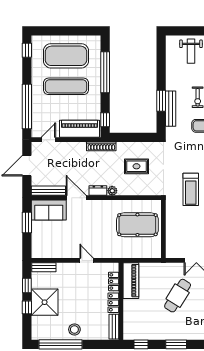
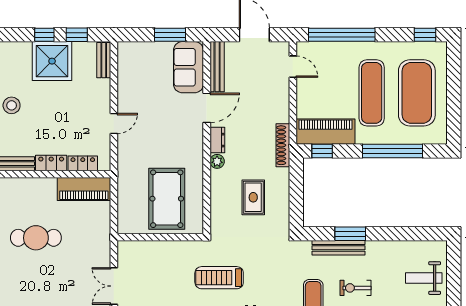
piano: (80, 129) -> (326, 132), moved, turned -90
cafe table: (178, 296) -> (36, 238), moved, turned -32

